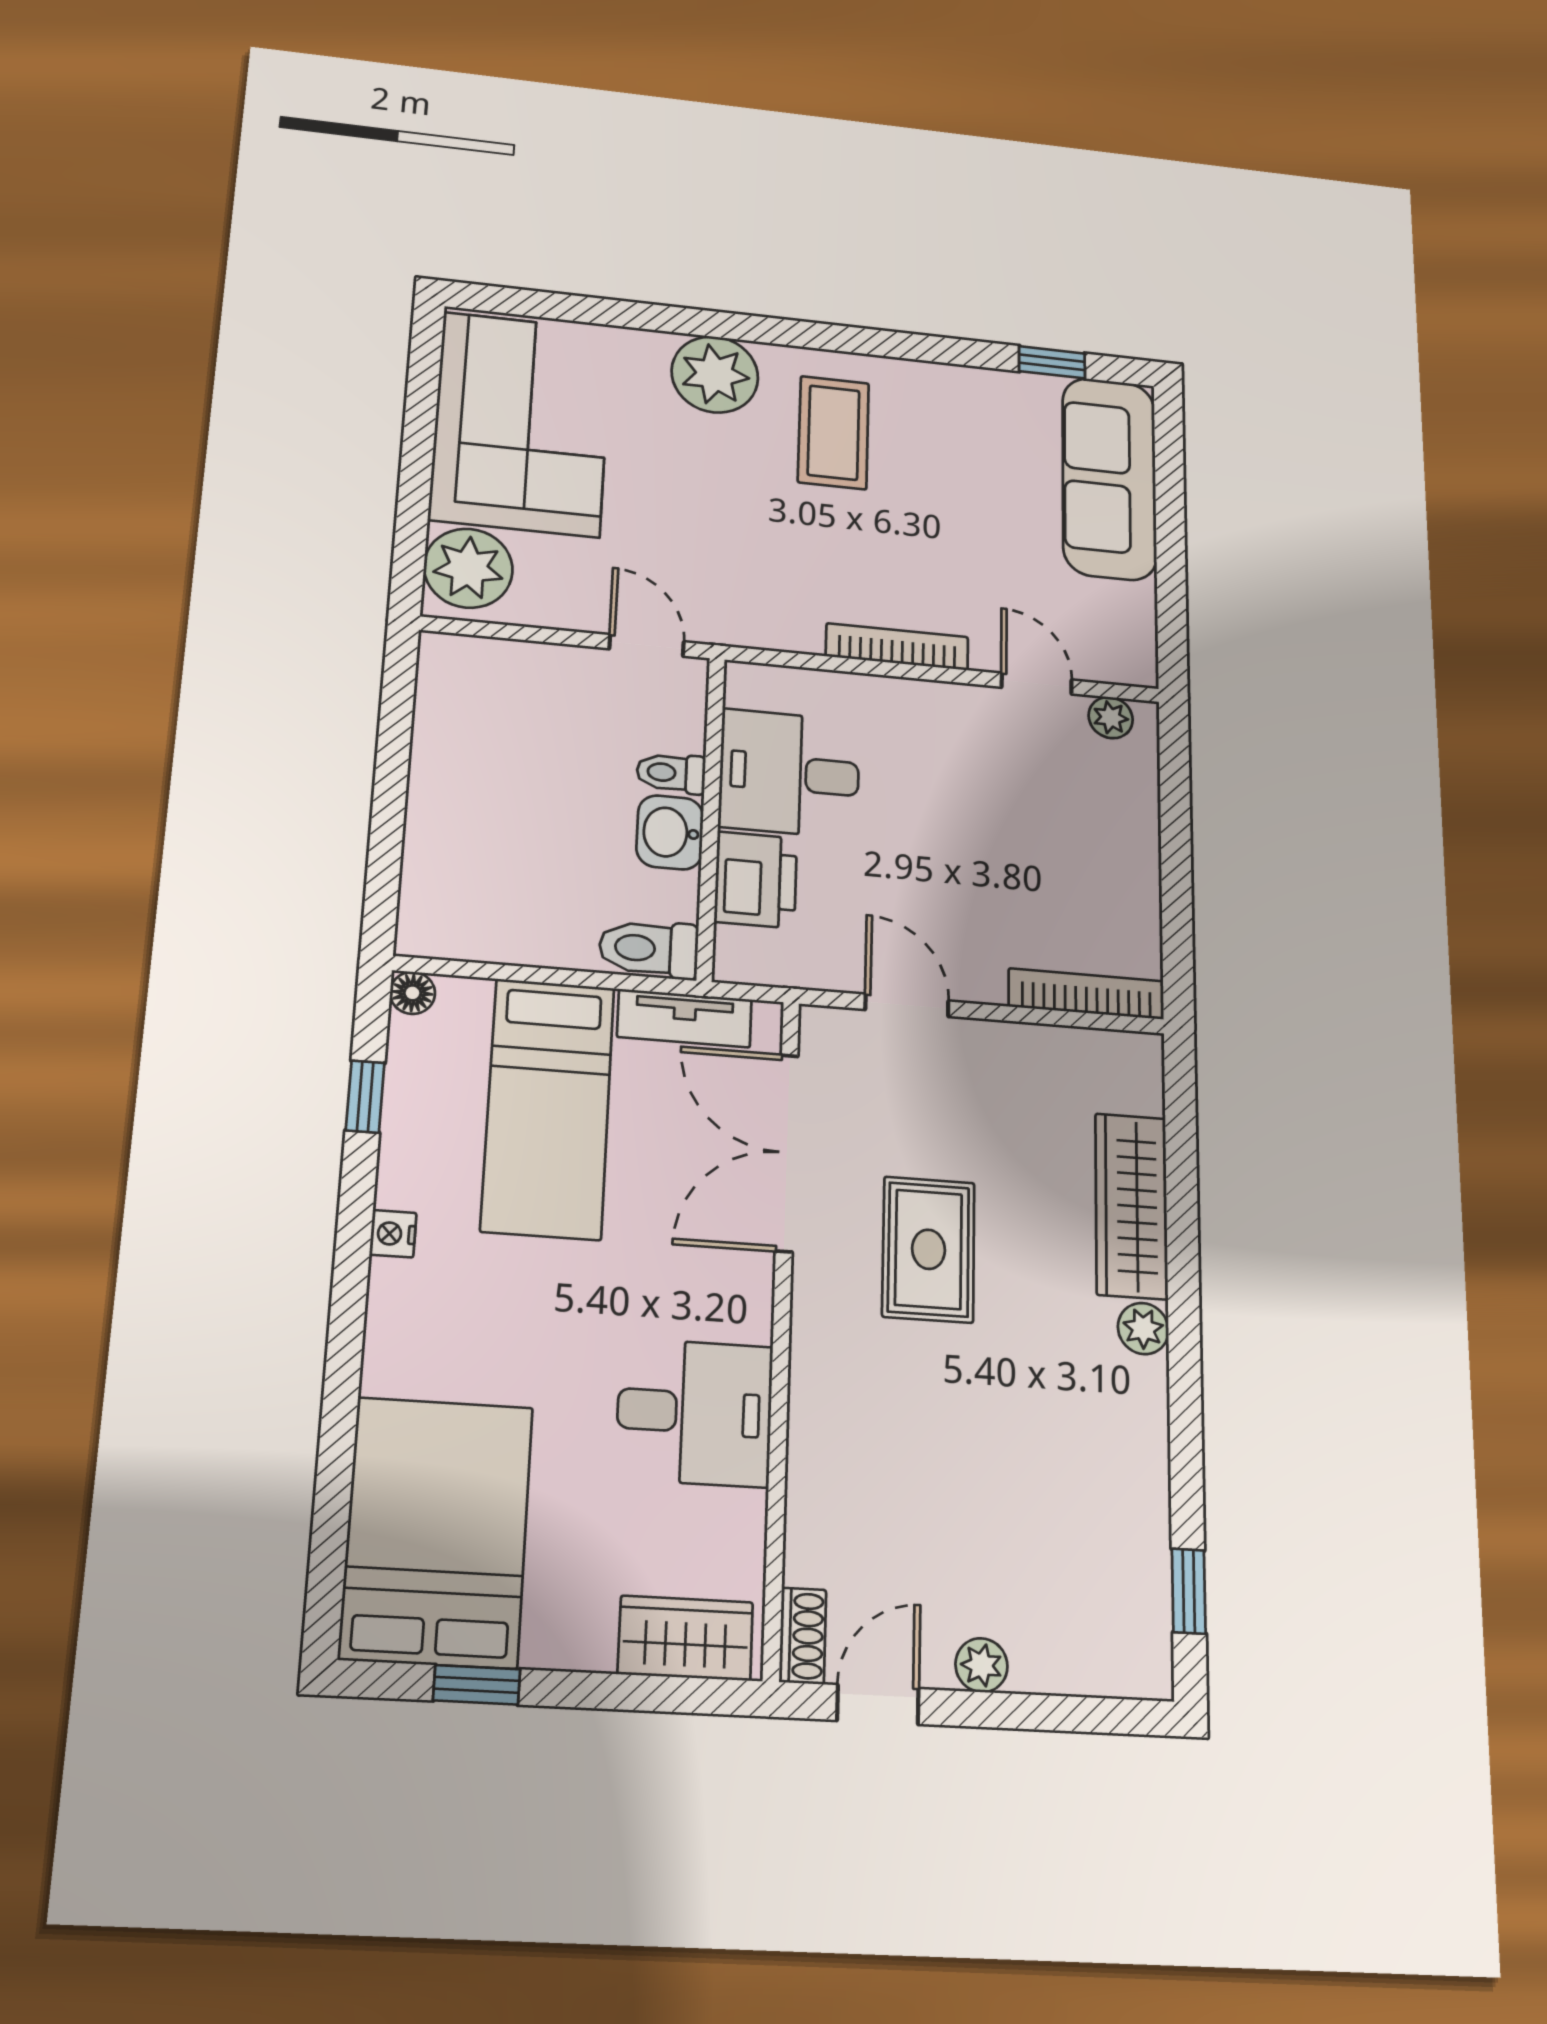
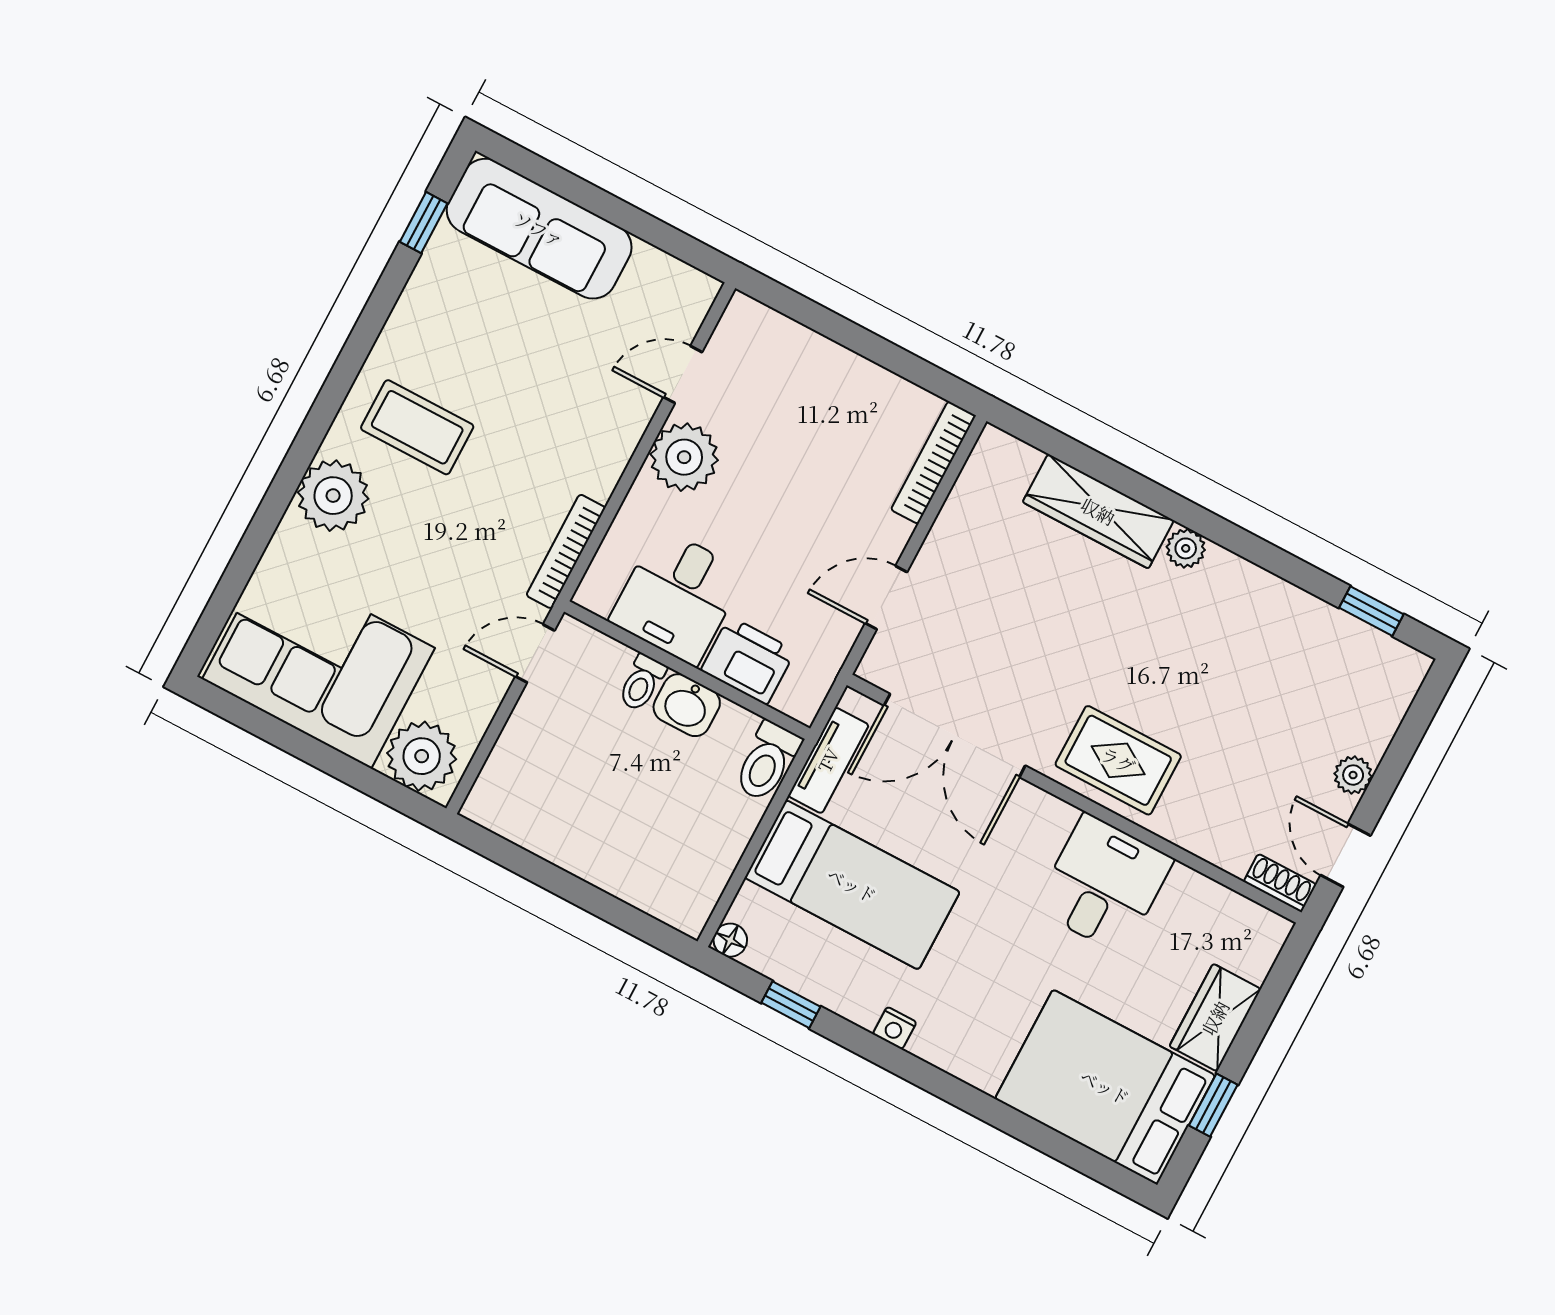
bookcase: (897, 647) -> (566, 551), moved
plant: (1111, 718) -> (684, 457), moved, width x1.88, depth x1.88
rug: (929, 1249) -> (1118, 760), moved
wardrobe: (686, 1638) -> (1215, 1018), moved

